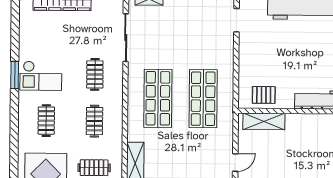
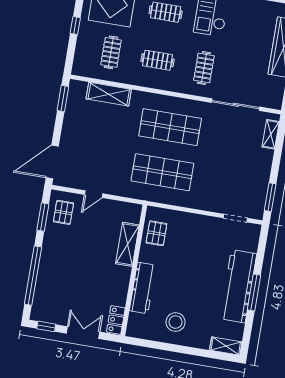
clothes rail: (95, 74) -> (204, 68), turned 90
shelving: (264, 121) -> (127, 244), moved
door: (235, 162) -> (94, 194), hinge flipped

